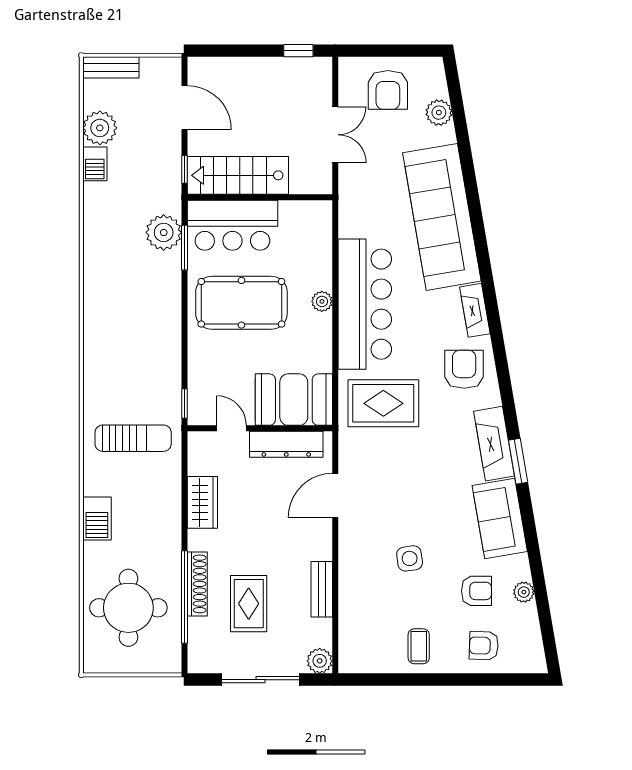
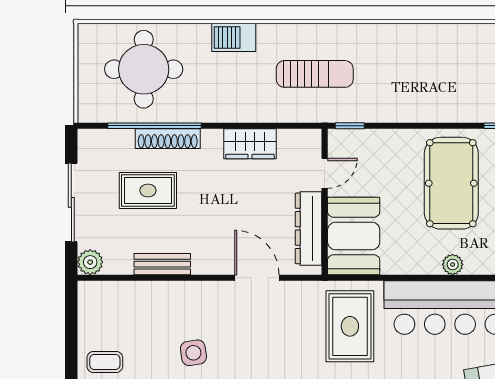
sun lounger: (133, 438) -> (315, 74), turned -90

